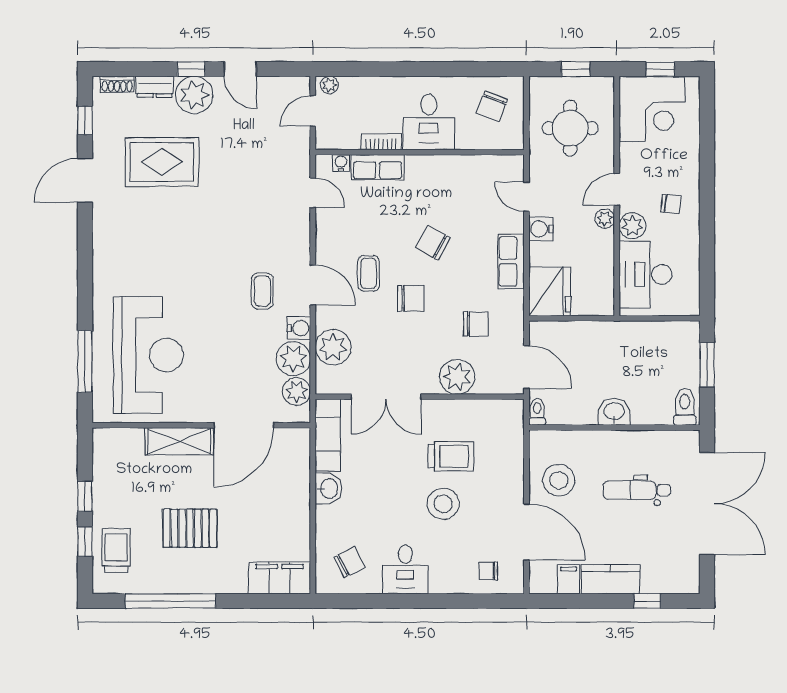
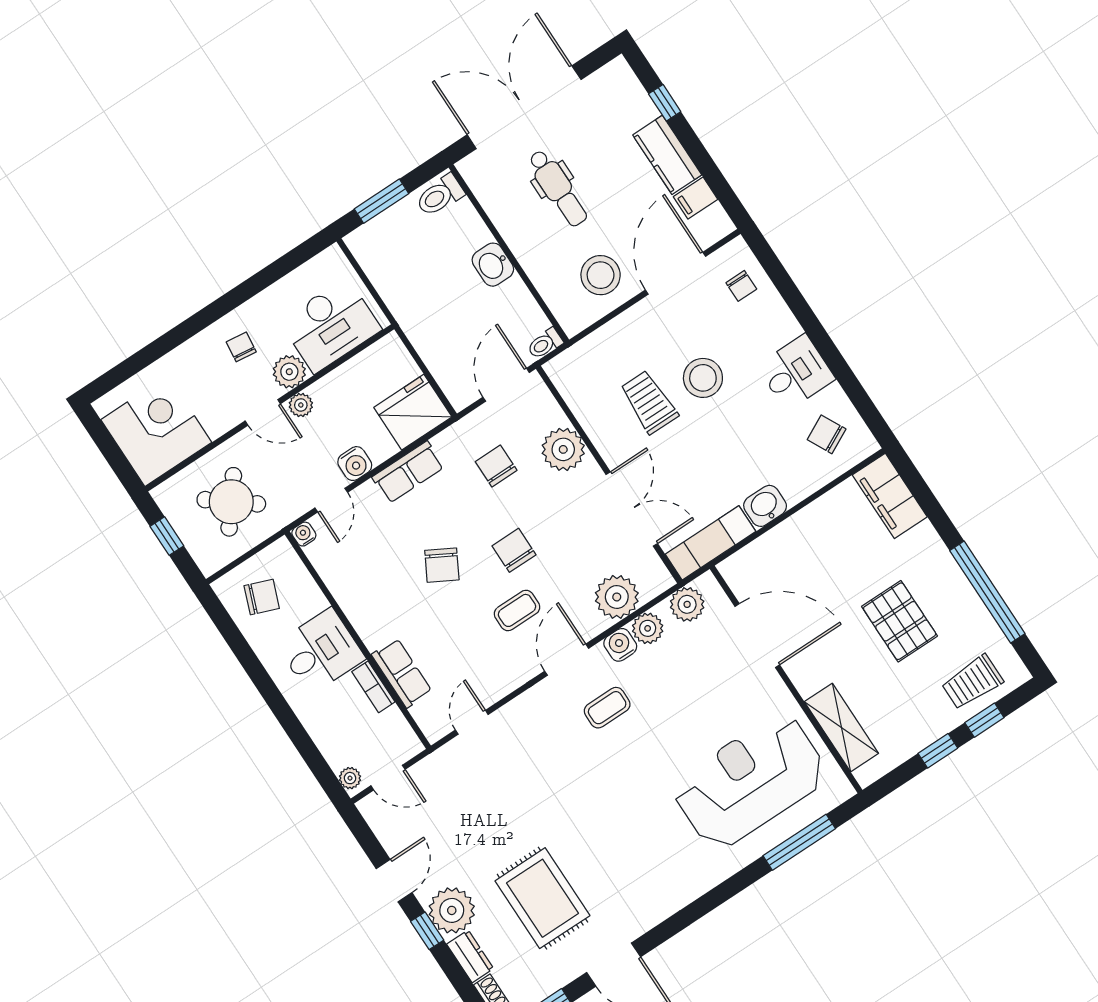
window: (660, 69) -> (110, 449), removed
round table: (570, 128) -> (231, 502), turned 38
water cooler: (341, 163) -> (304, 534), moved, turned 90
plant: (293, 359) -> (648, 628), width x0.73, depth x0.73
shelving: (179, 441) -> (841, 727), moved

